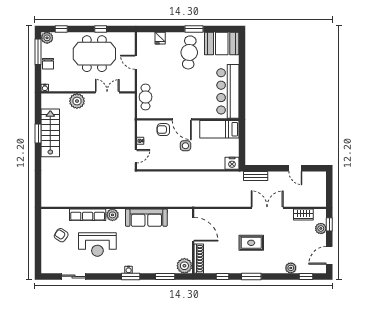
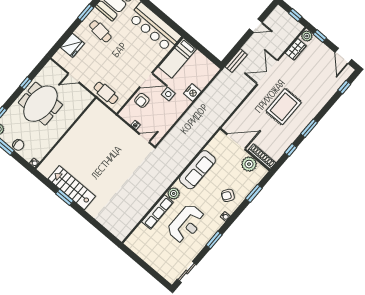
fridge: (160, 38) -> (72, 45), width x1.88, depth x1.34
cafe table: (189, 52) -> (100, 31), width x0.73, depth x0.74
double door: (107, 92) -> (78, 119), removed
plant: (77, 101) -> (65, 147), removed
door: (136, 156) -> (144, 138), hinge flipped
nightstand: (232, 163) -> (192, 92), moved
window: (329, 192) -> (295, 15), added
plant: (321, 228) -> (307, 36), moved
armchair: (61, 235) -> (228, 195), moved
rug: (251, 243) -> (284, 107), width x1.36, depth x1.43
plant: (184, 266) -> (249, 164), moved
plant: (291, 268) -> (328, 93), removed
sliding door: (73, 276) -> (187, 272), moved
window: (131, 276) -> (214, 240), moved

